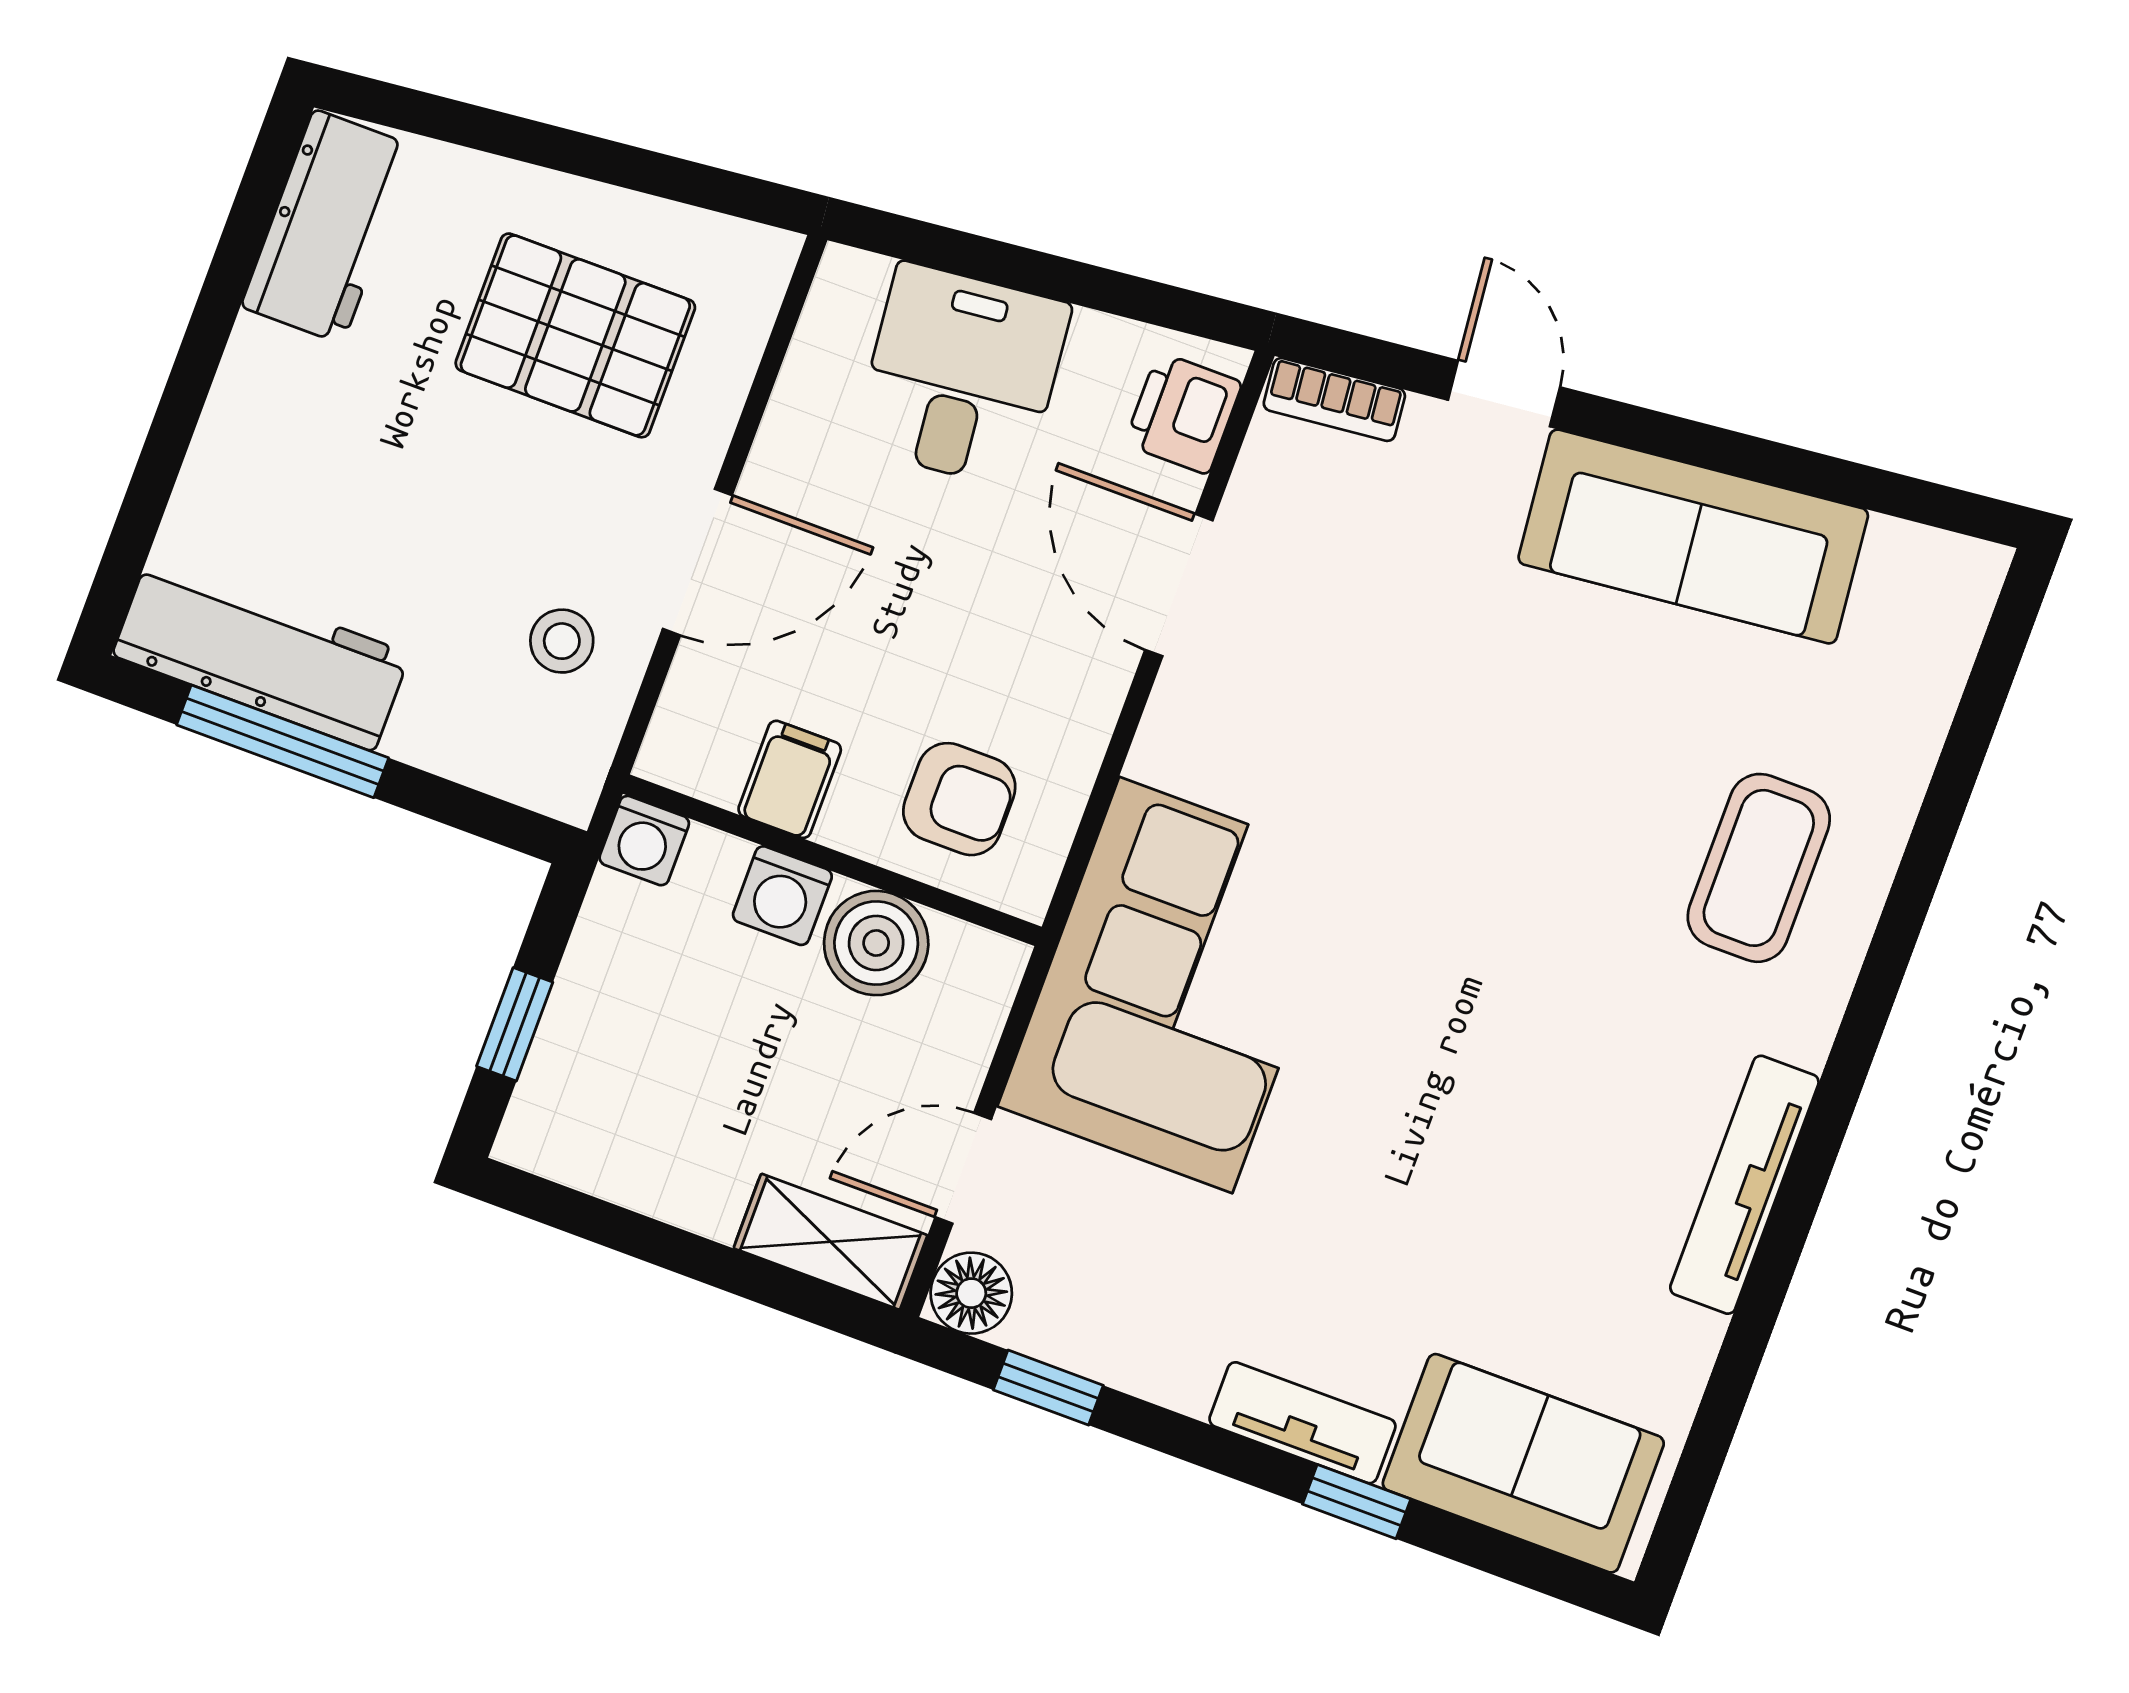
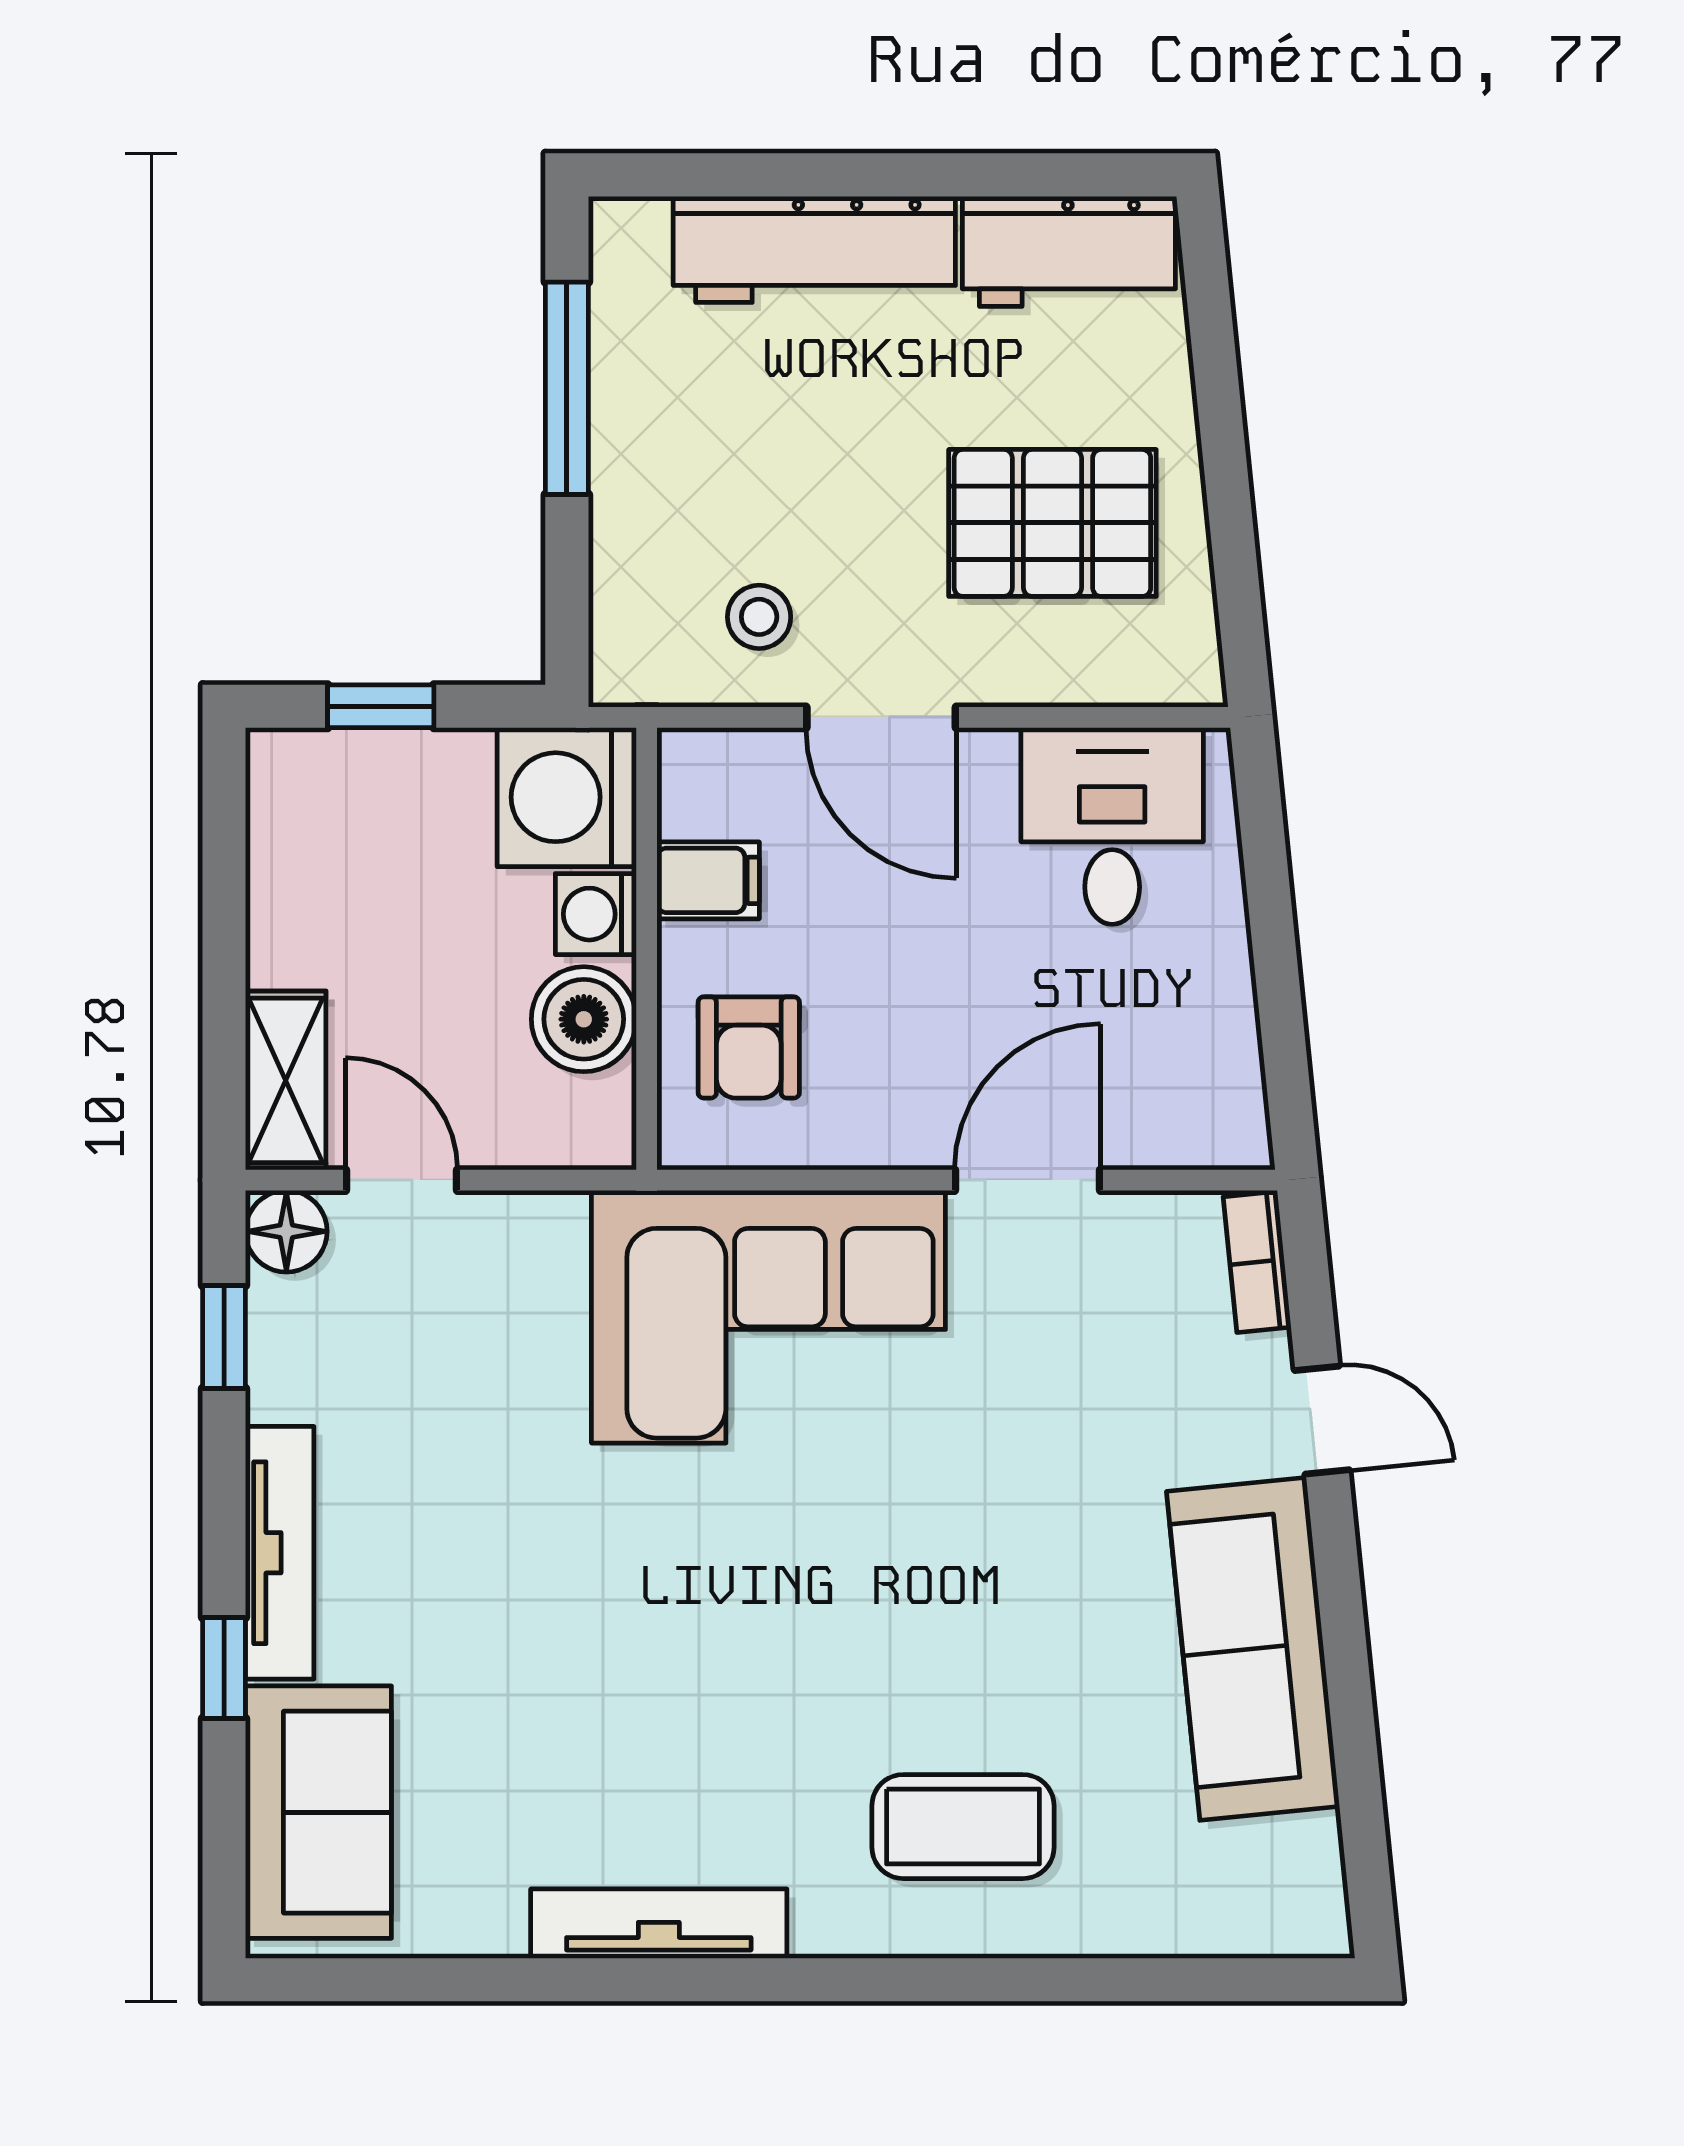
pallet: (575, 335) -> (1052, 523), turned 90
desk: (962, 376) -> (1112, 826), moved, turned -84
door: (1504, 393) -> (1322, 1420), hinge flipped
printer: (1183, 413) -> (1191, 1124), removed
workbench: (261, 654) -> (814, 249), moved, turned 90
washing machine: (644, 841) -> (567, 797), width x1.89, depth x1.89
corner sofa: (1176, 985) -> (768, 1317), moved
tv unit: (1302, 1423) -> (280, 1553), width x1.41

